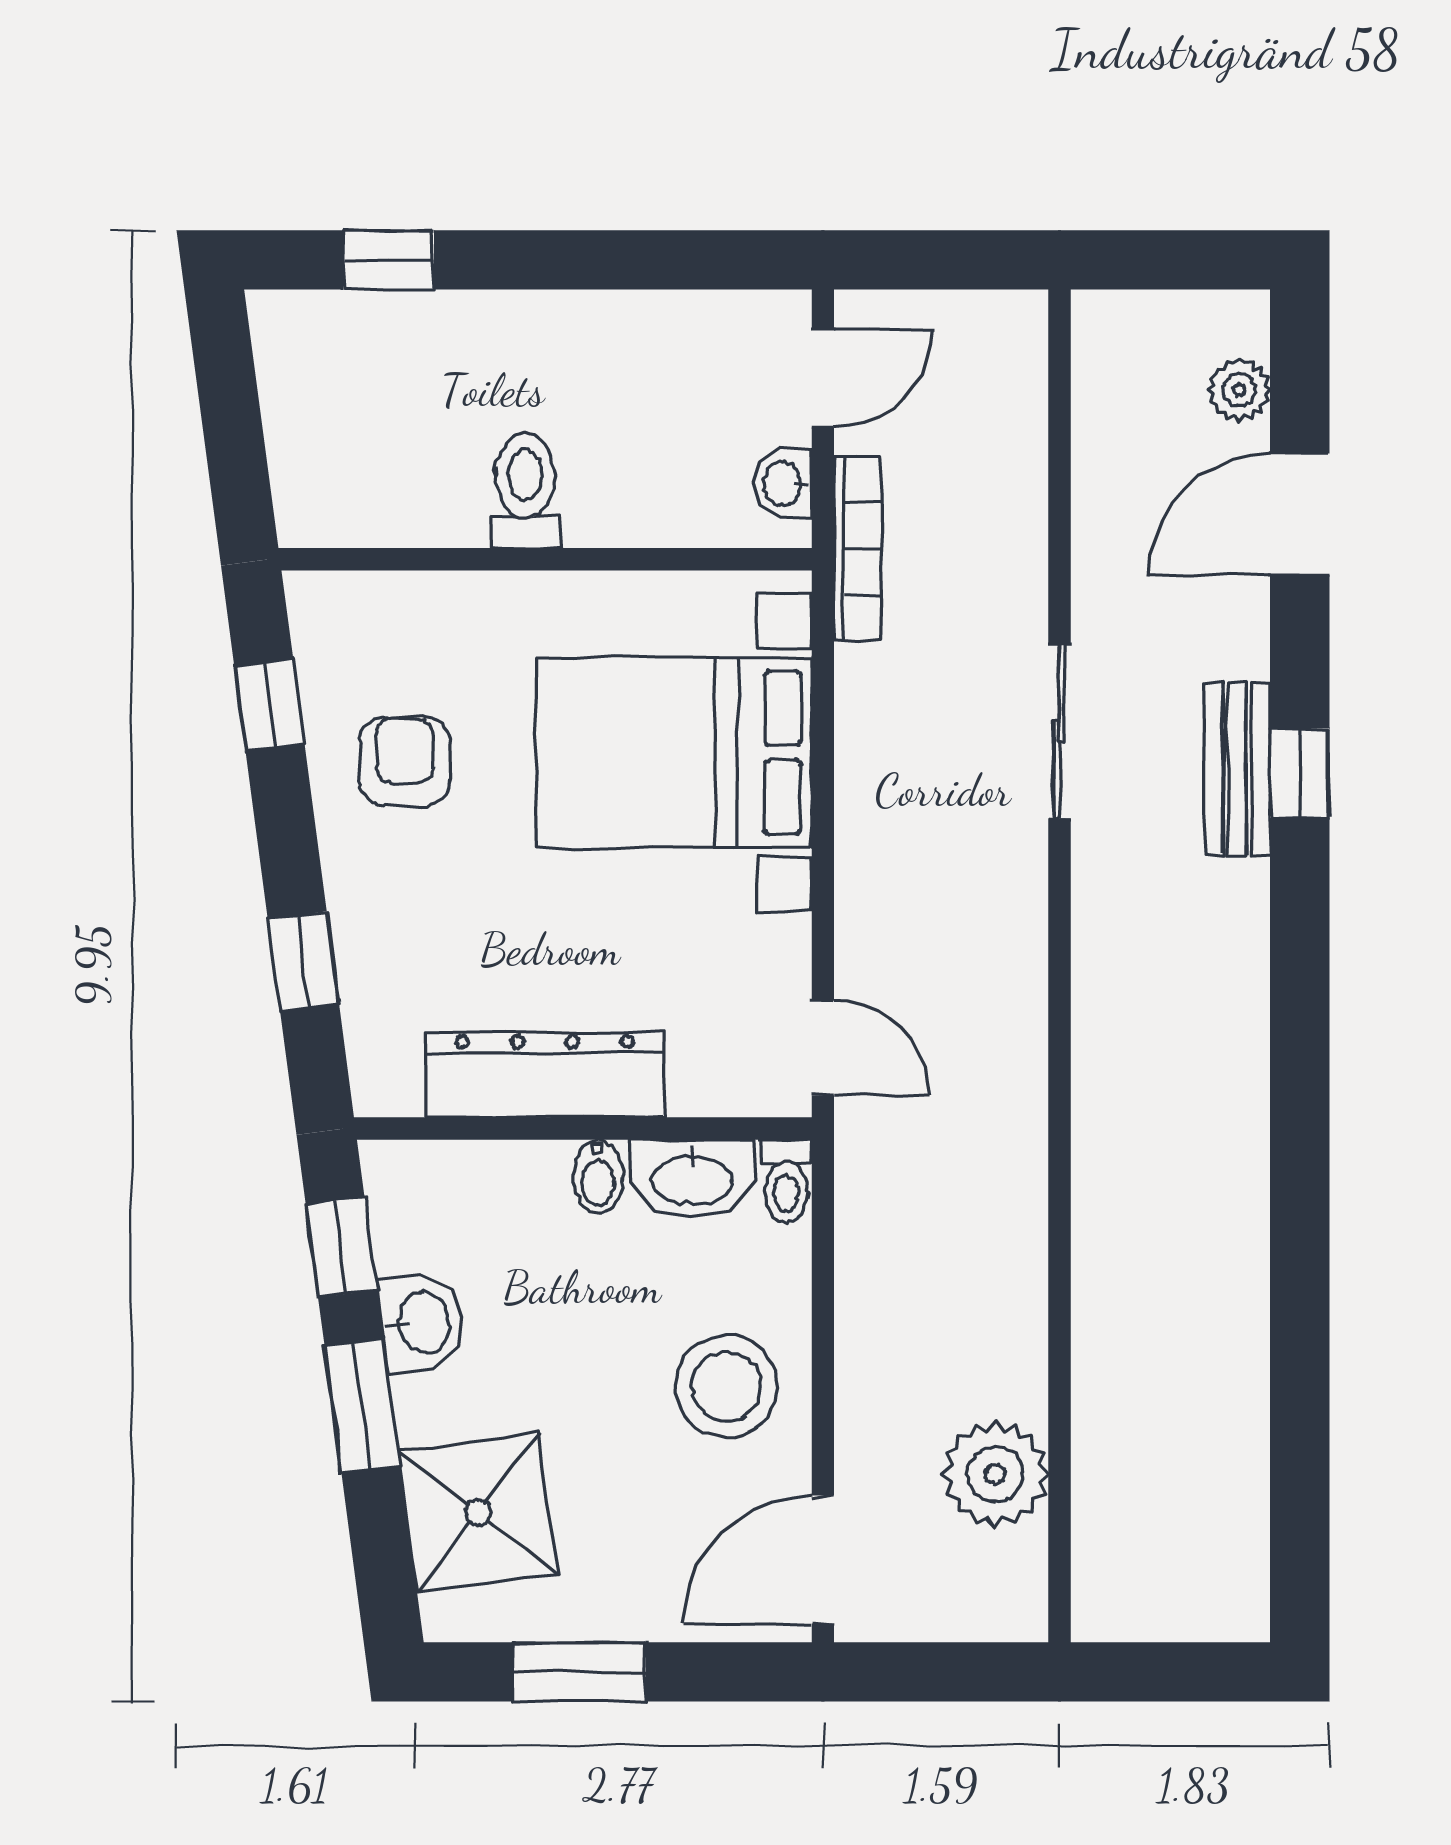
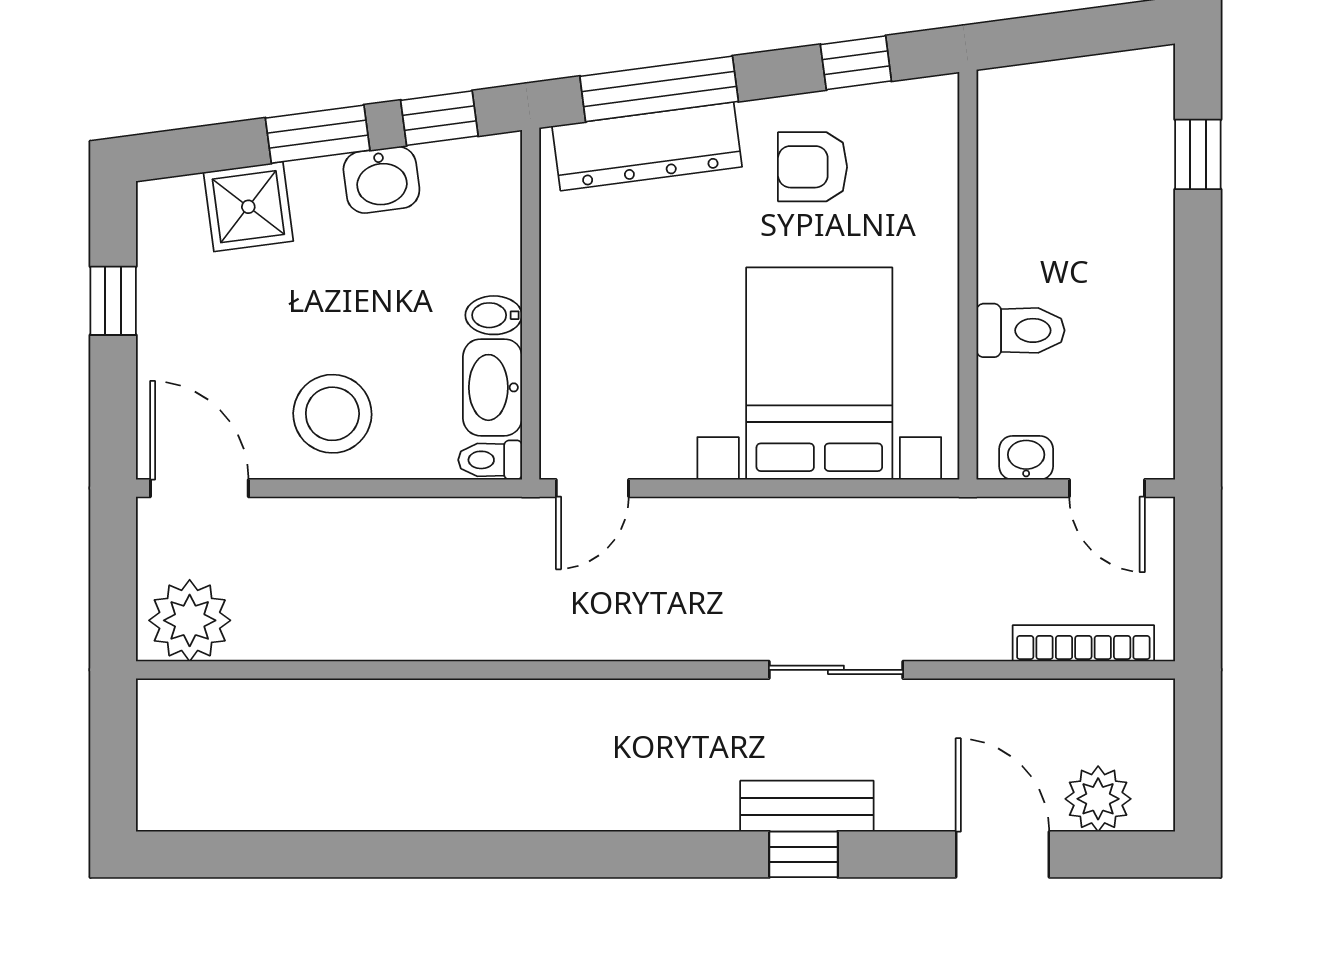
plant: (1239, 390) -> (1098, 799), width x1.38, depth x1.38
toilet: (525, 491) -> (1021, 330), moved
bookcase: (858, 548) -> (1083, 643), moved, turned 180
armchair: (405, 762) -> (812, 167), turned 180
window: (303, 961) -> (659, 89), width x2.17
dresser: (545, 1075) -> (647, 146), moved, turned 82
plant: (995, 1474) -> (190, 620), moved
shower: (478, 1512) -> (248, 207), width x0.73, depth x0.73
window: (579, 1672) -> (113, 301), width x0.67

